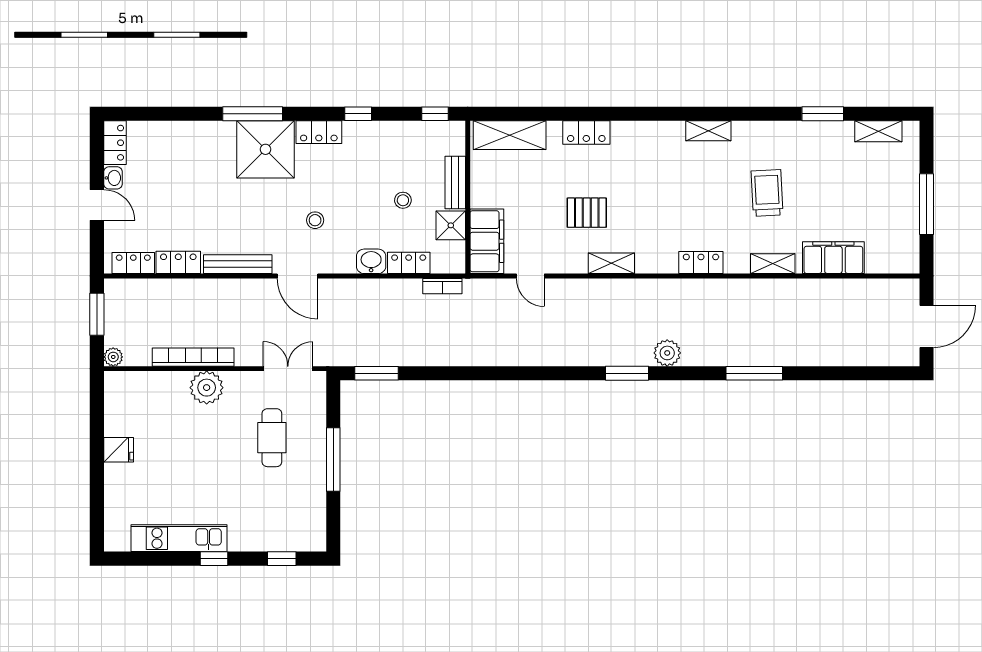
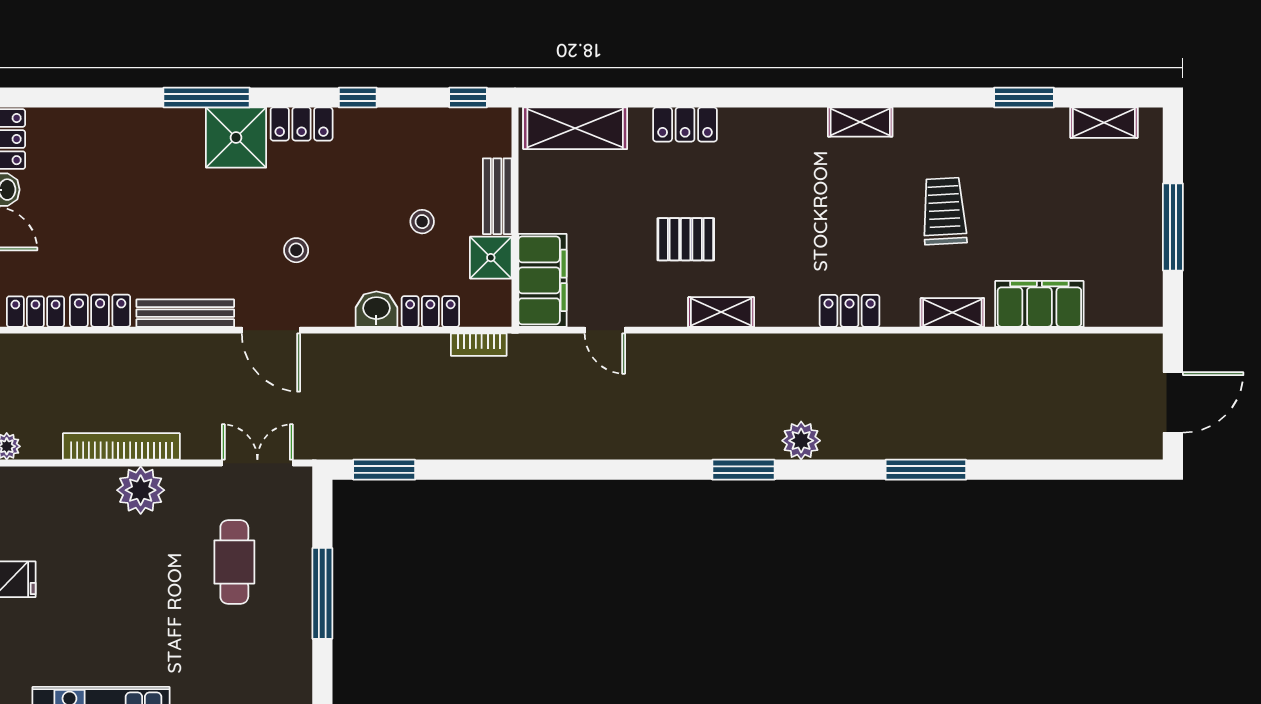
shower: (265, 149) -> (236, 138), width x0.73, depth x0.73

